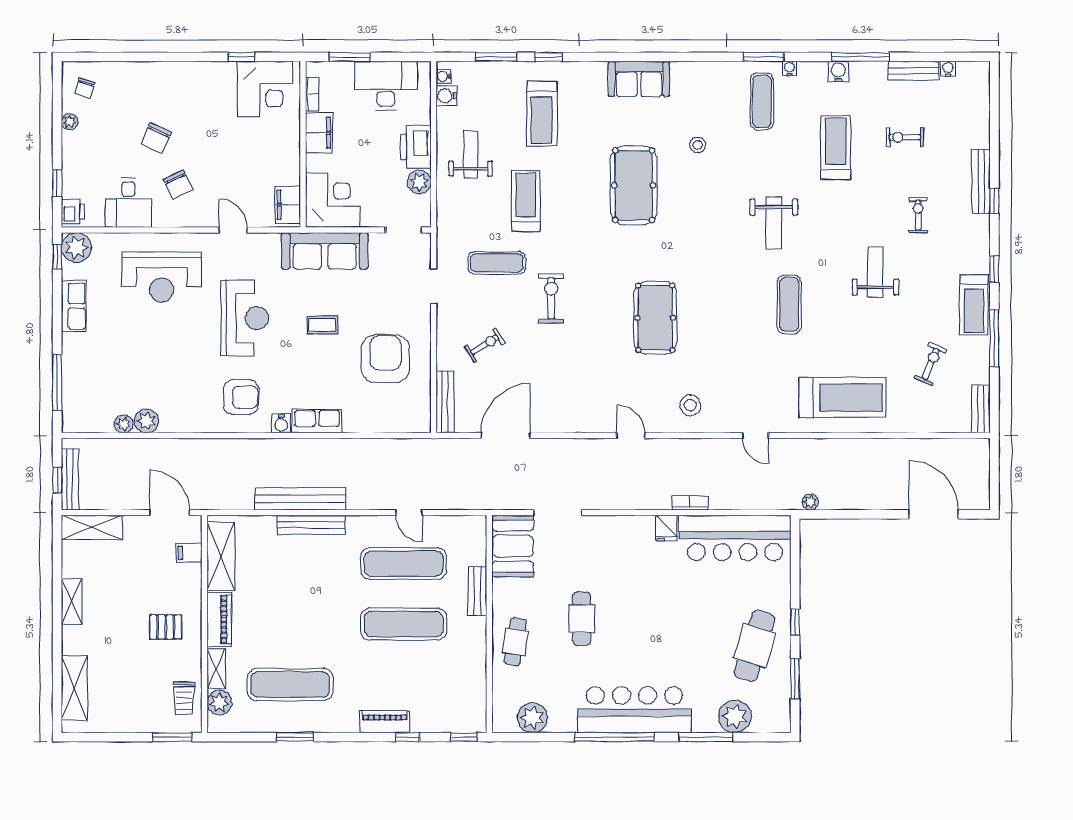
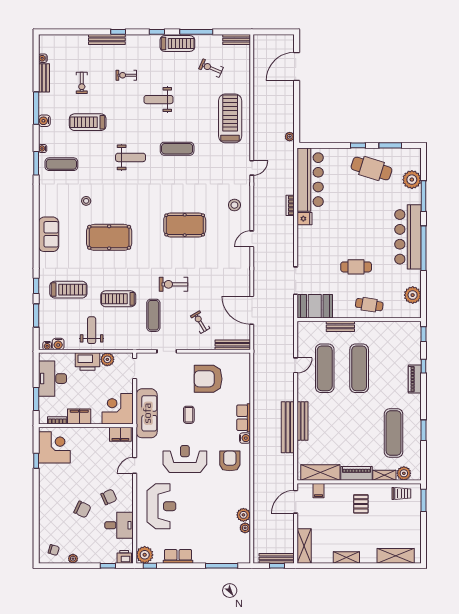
weight bench: (471, 154) -> (92, 330), turned 90

